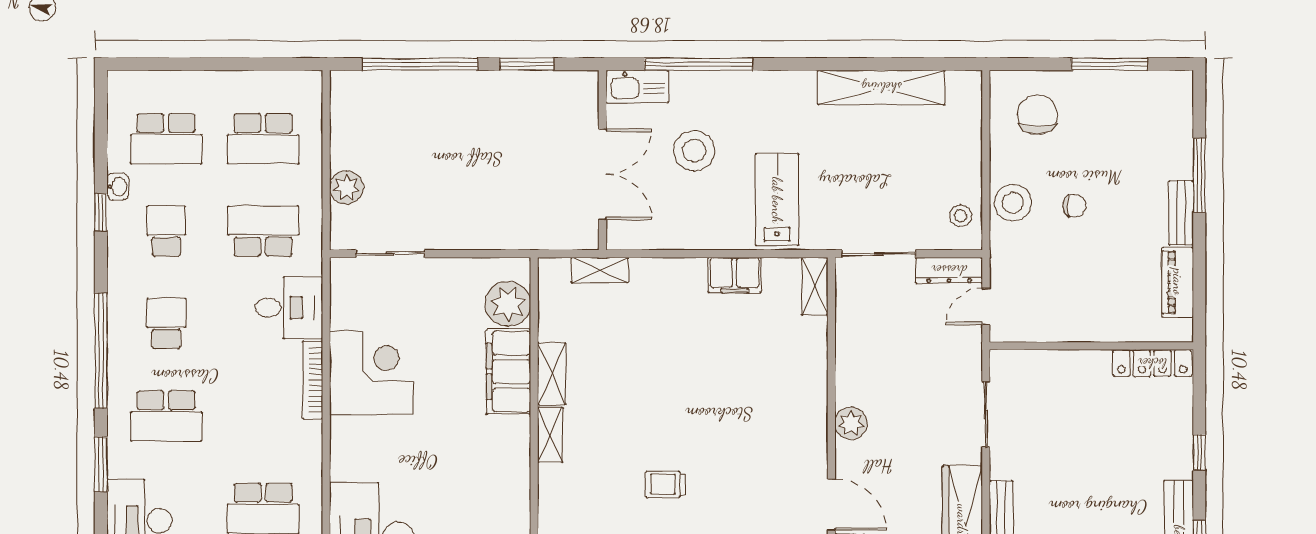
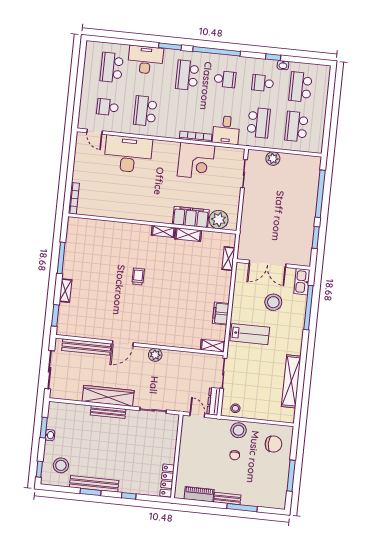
school desk: (166, 231) -> (263, 83), turned 180

